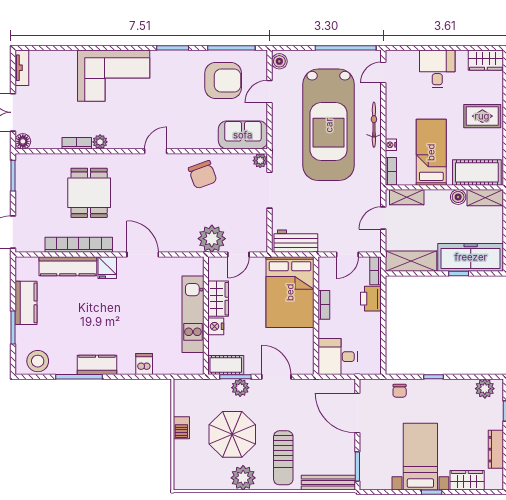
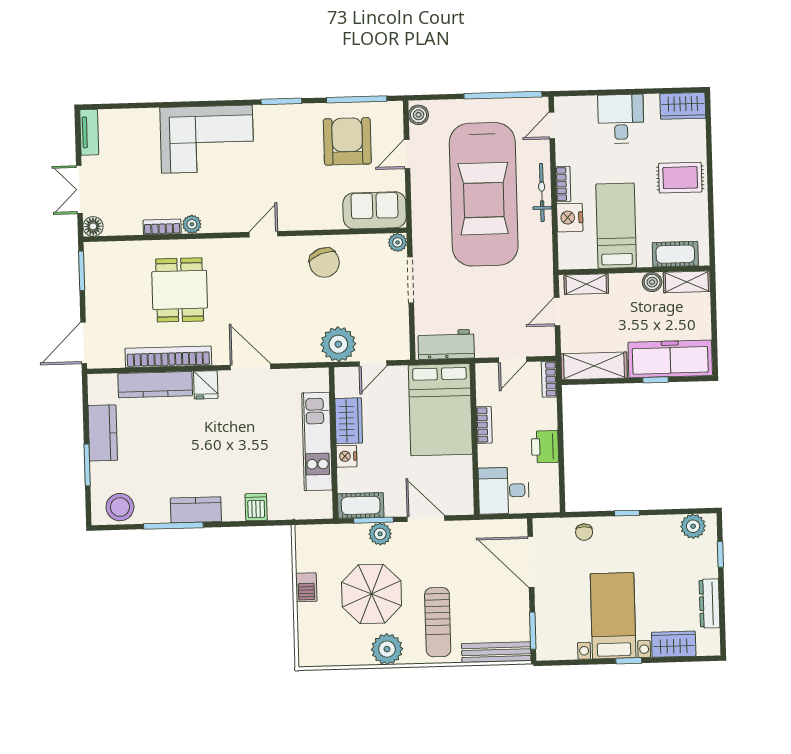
armchair: (223, 80) -> (347, 141), turned -90
nightstand: (391, 145) -> (570, 218), width x1.89, depth x1.79
bookcase: (391, 171) -> (563, 184), moved
cot: (477, 172) -> (675, 254), width x0.73, depth x0.75
printer: (371, 299) -> (545, 447), moved

